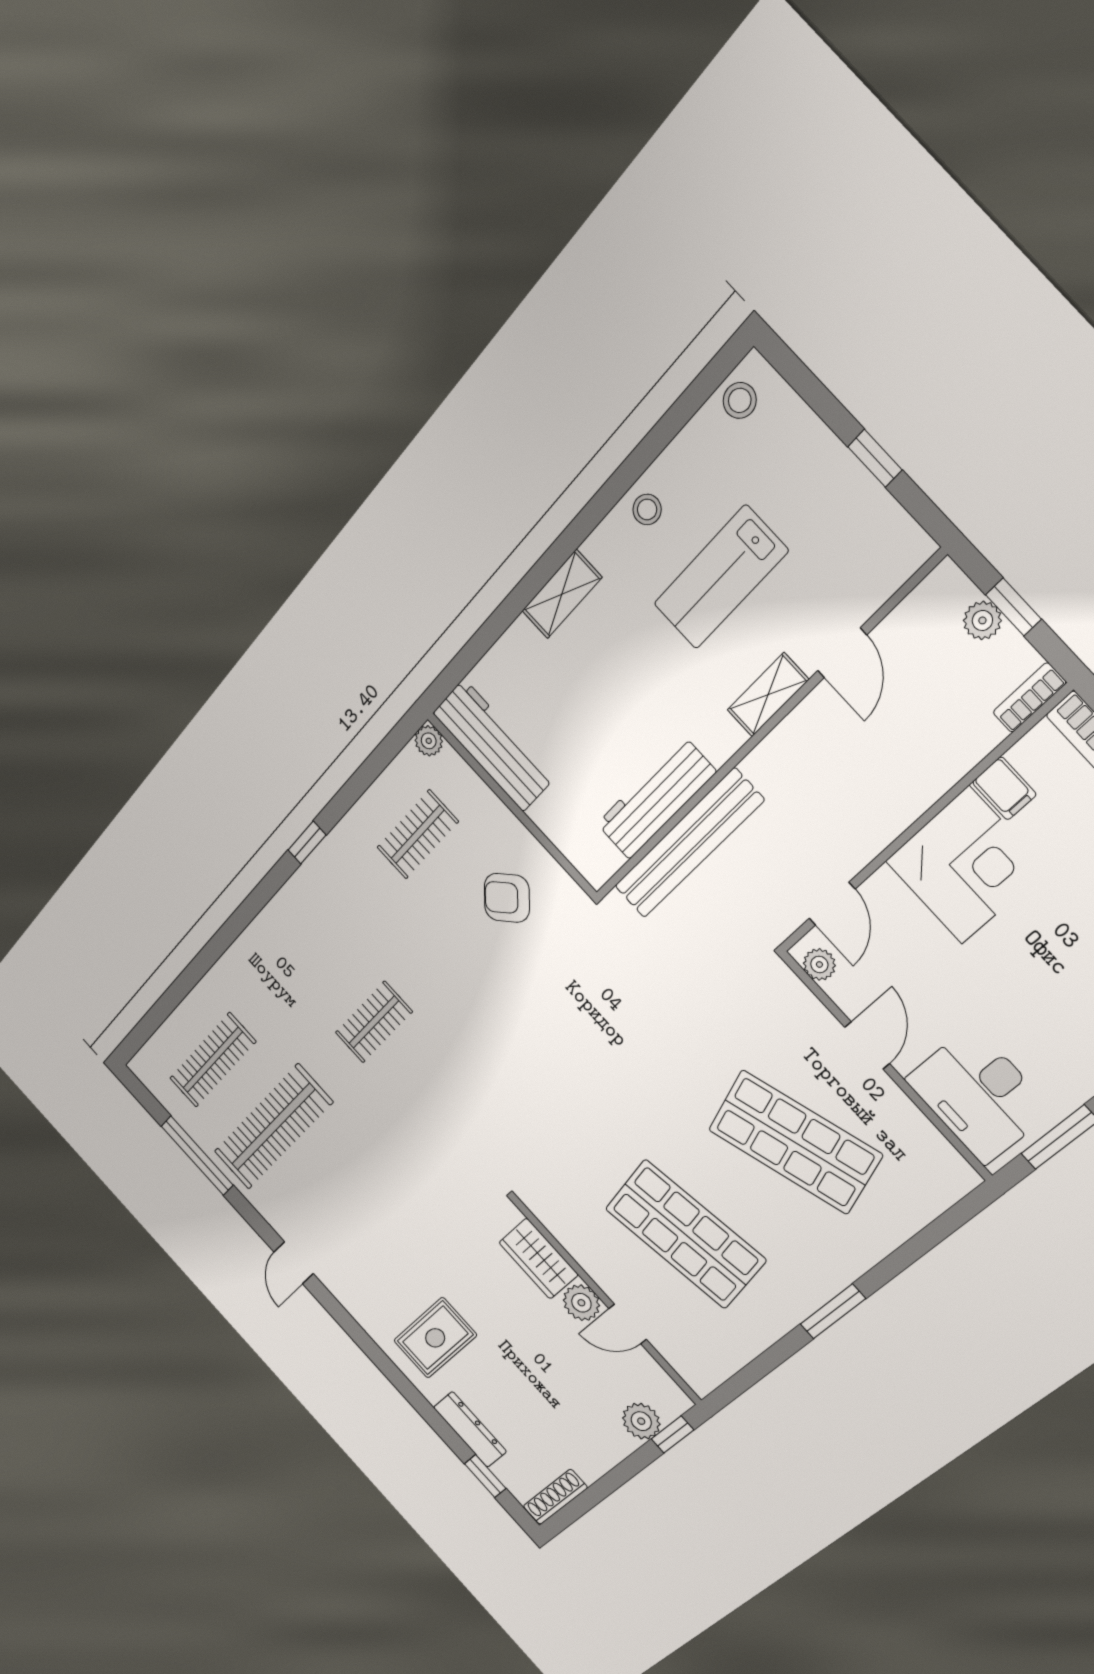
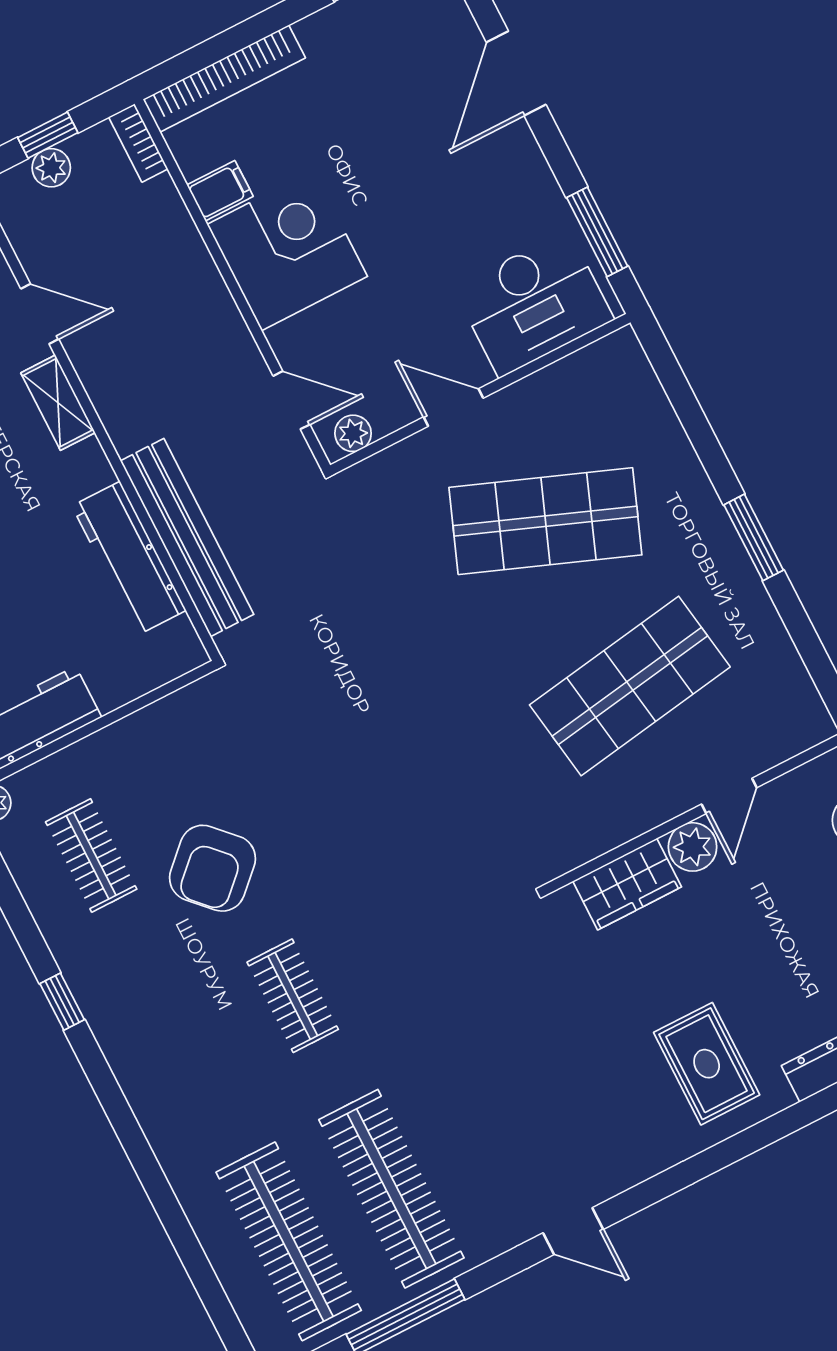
armchair: (507, 898) -> (213, 868), moved, width x1.38, depth x1.38
clothes rail: (213, 1060) -> (289, 1241), width x1.37, depth x1.31
shop shelf: (795, 1142) -> (545, 521), turned 39

